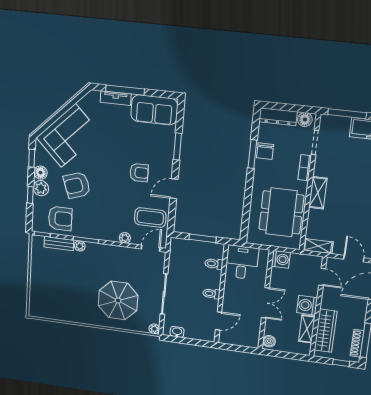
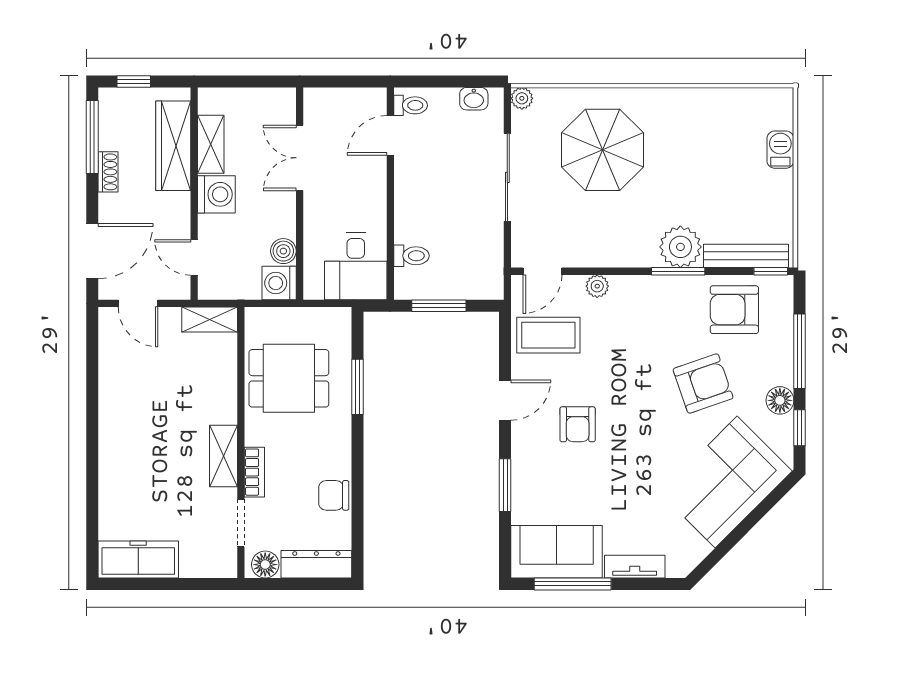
window: (125, 90) -> (573, 584), moved
window: (347, 114) -> (188, 584), removed
chair: (265, 151) -> (334, 495), turned -90
window: (252, 154) -> (357, 387), moved
armchair: (139, 173) -> (578, 424), turned -90
plant: (41, 188) -> (778, 368), removed
shelving: (318, 193) -> (224, 456), moved
window: (30, 195) -> (800, 351), width x2.17
dining table: (281, 212) -> (289, 378), width x0.73
bench: (59, 244) -> (746, 256), width x1.36
plant: (80, 246) -> (680, 247), width x1.88, depth x1.88
barbecue: (35, 289) -> (780, 150), added
toilet: (211, 294) -> (411, 105), moved
double door: (265, 303) -> (300, 158), moved
boiler: (269, 341) -> (283, 251), moved
shoe rack: (357, 343) -> (108, 172), moved, width x0.70

